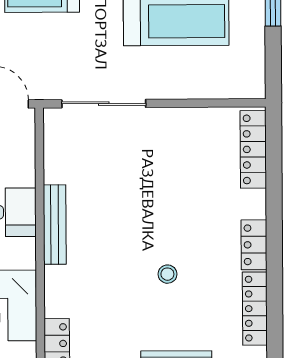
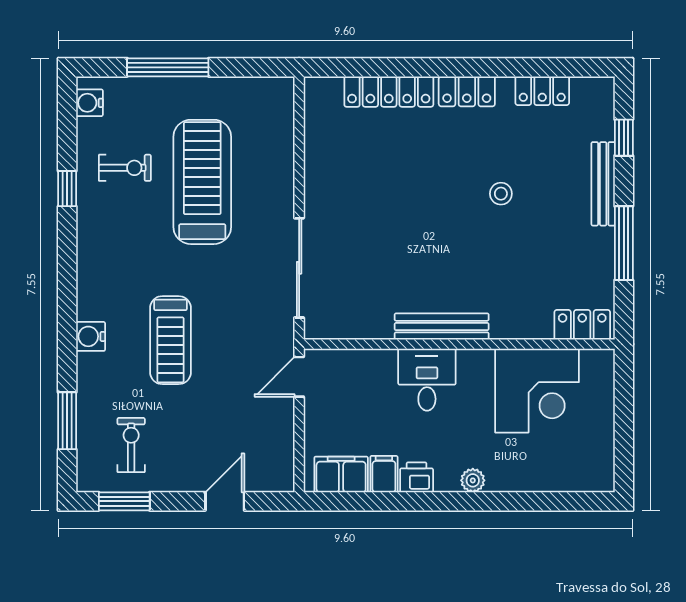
locker: (253, 149) -> (389, 92), moved
locker: (255, 309) -> (542, 91), width x0.66

